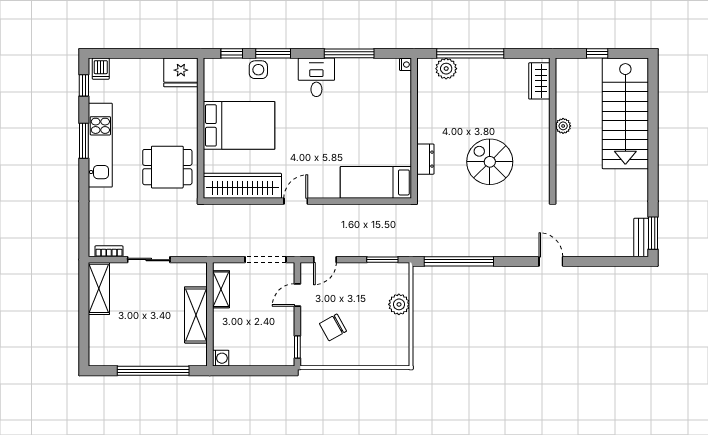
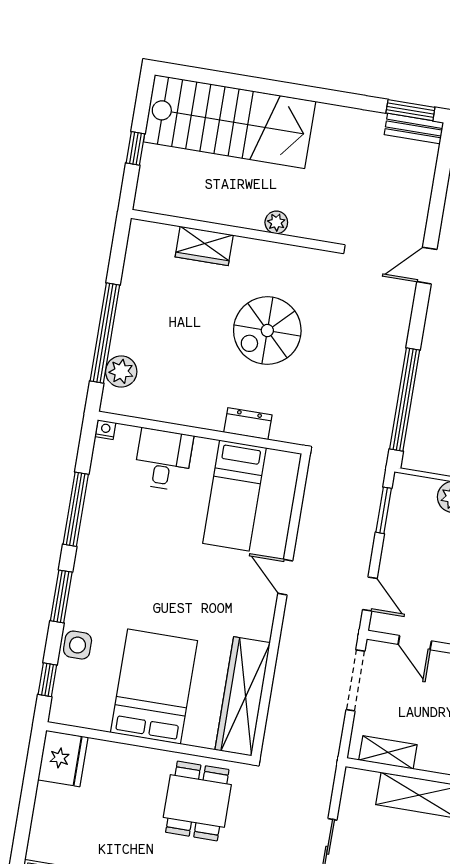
window: (273, 53) -> (61, 596), moved
desk: (316, 77) -> (163, 460), moved, turned 90
wardrobe: (539, 81) -> (204, 246), moved
plant: (563, 126) -> (276, 222), moved
bed: (376, 182) -> (234, 495), moved
door: (296, 201) -> (285, 577), moved

